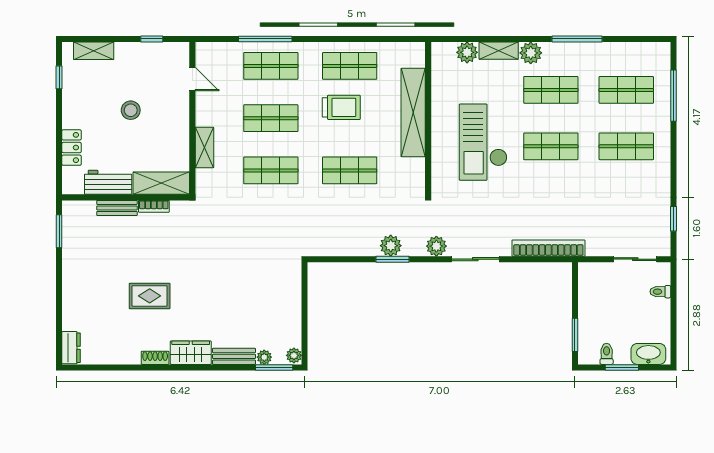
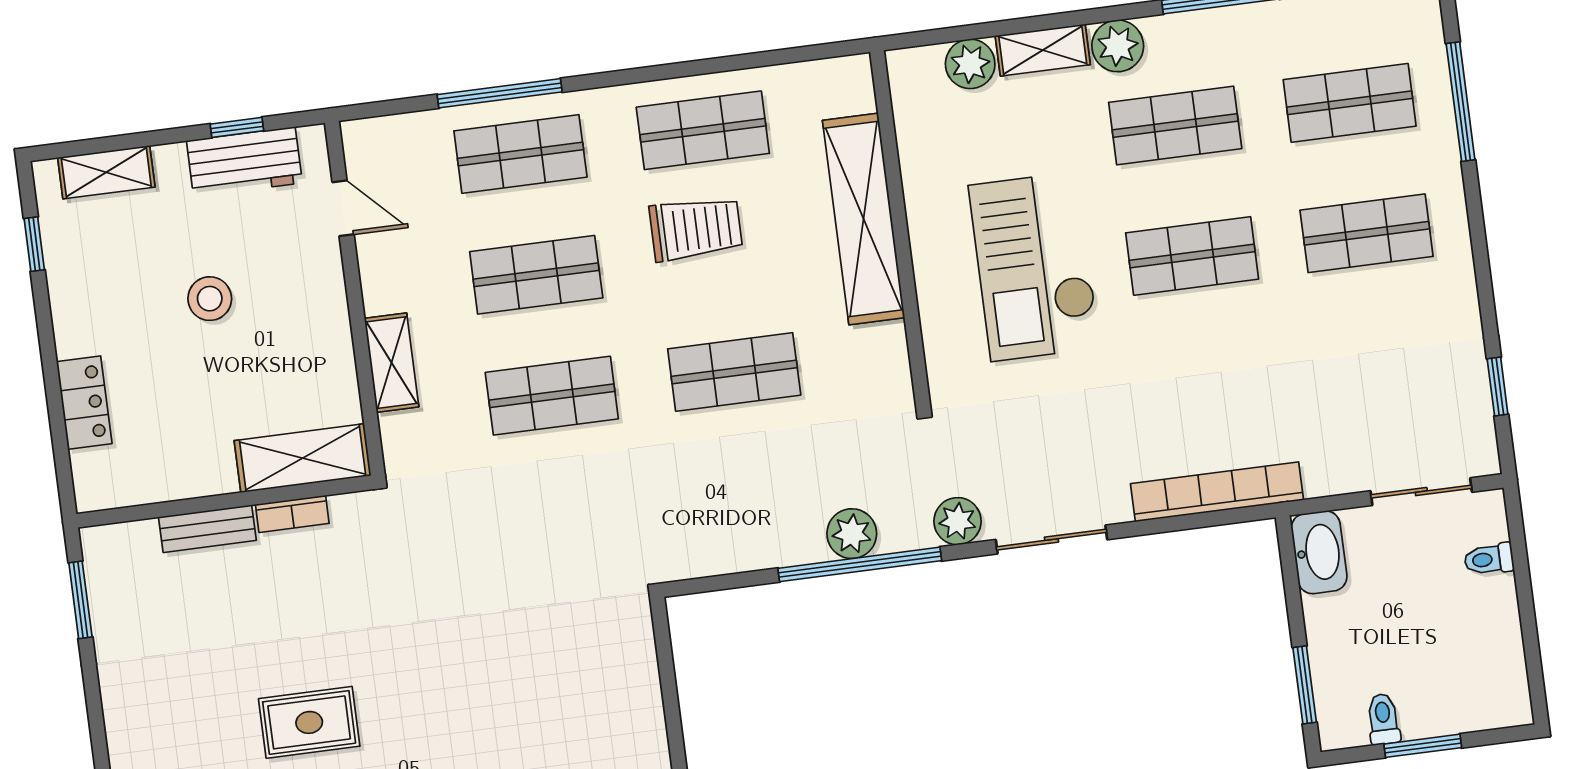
workbench: (108, 182) -> (244, 162), moved, turned 180
window: (392, 259) -> (860, 564), width x2.11
washbasin: (648, 354) -> (1319, 552), moved, turned 90

